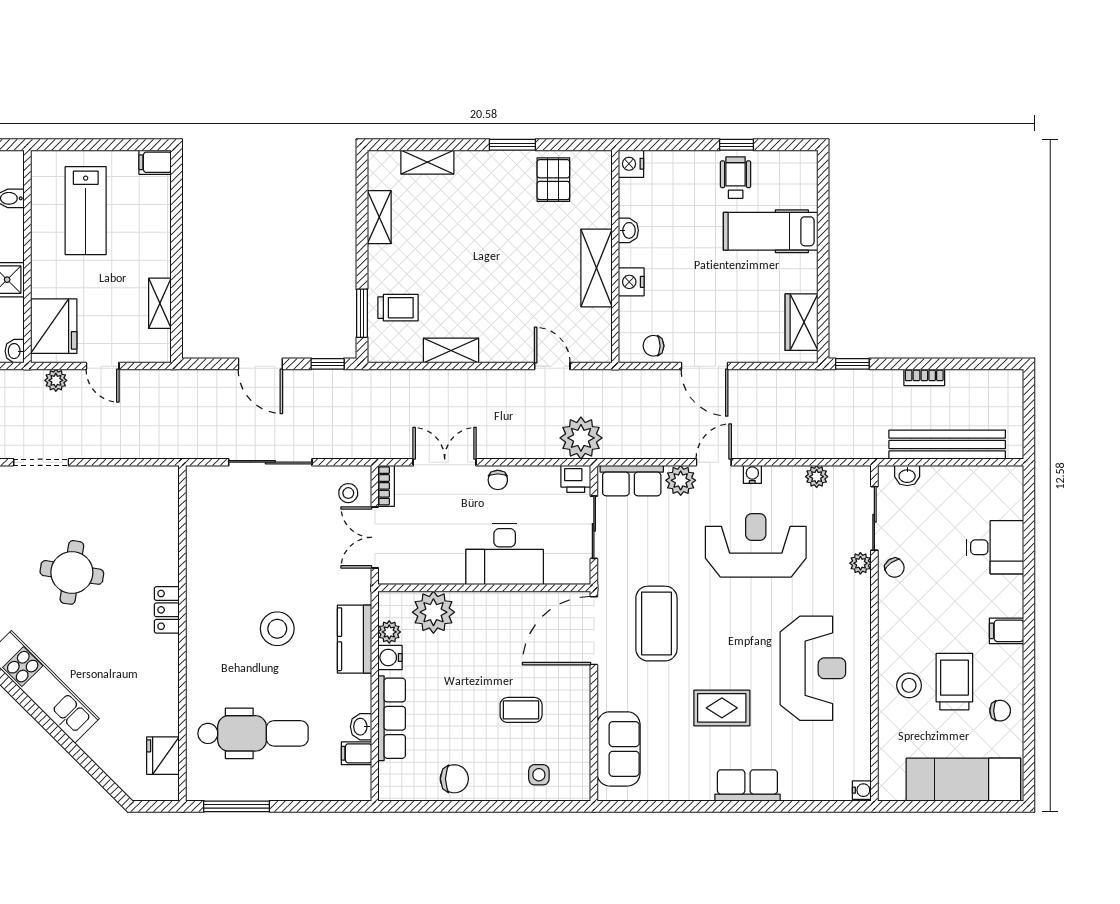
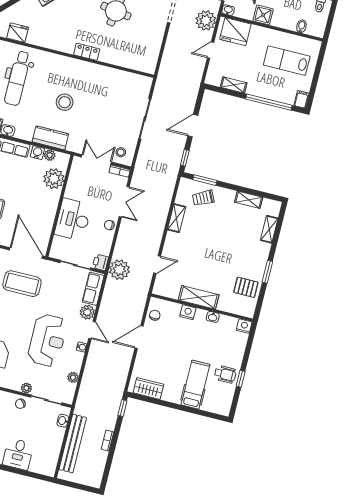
window: (177, 225) -> (269, 102), added
trolley: (398, 308) -> (203, 198), turned 64
plant: (56, 380) -> (206, 20), width x1.88, depth x1.88

